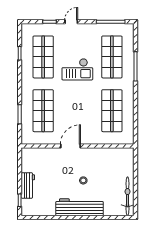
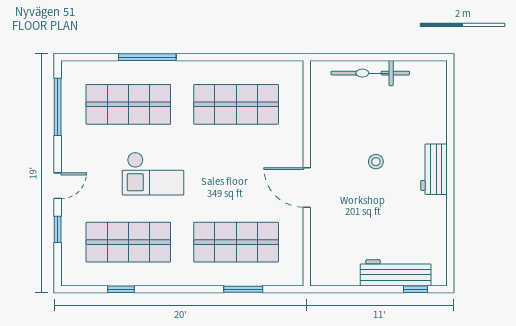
door: (71, 22) -> (58, 186), swing flipped
checkout: (77, 69) -> (153, 174), turned 90
workbench: (28, 185) -> (396, 273), width x1.38
bicycle: (128, 196) -> (370, 73), moved
workbench: (80, 207) -> (434, 169), width x0.53, depth x0.76

